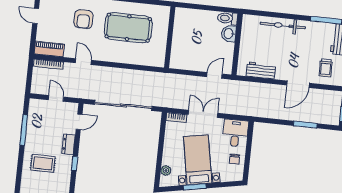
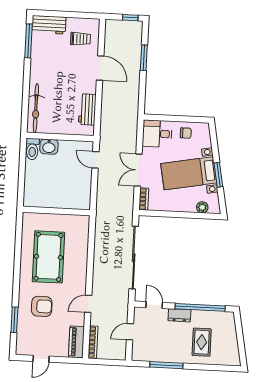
bicycle: (283, 26) -> (36, 108), moved
window: (75, 164) -> (200, 307), width x3.17

